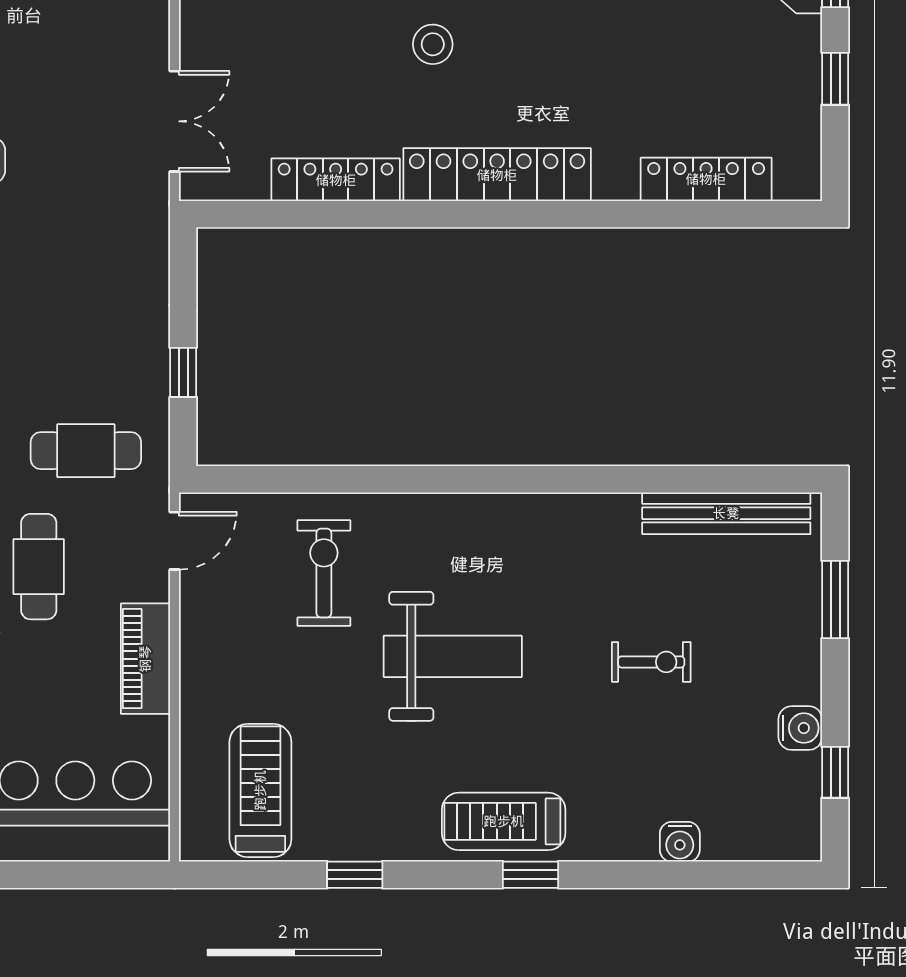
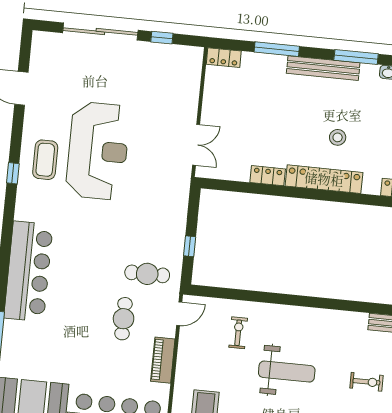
stool: (433, 44) -> (338, 137), moved
locker: (336, 180) -> (268, 176), width x0.66
exercise bike: (324, 573) -> (238, 333), width x0.73, depth x0.72

